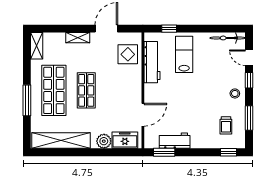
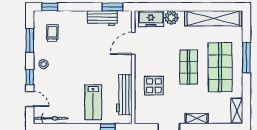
display table: (128, 54) -> (154, 86), moved

